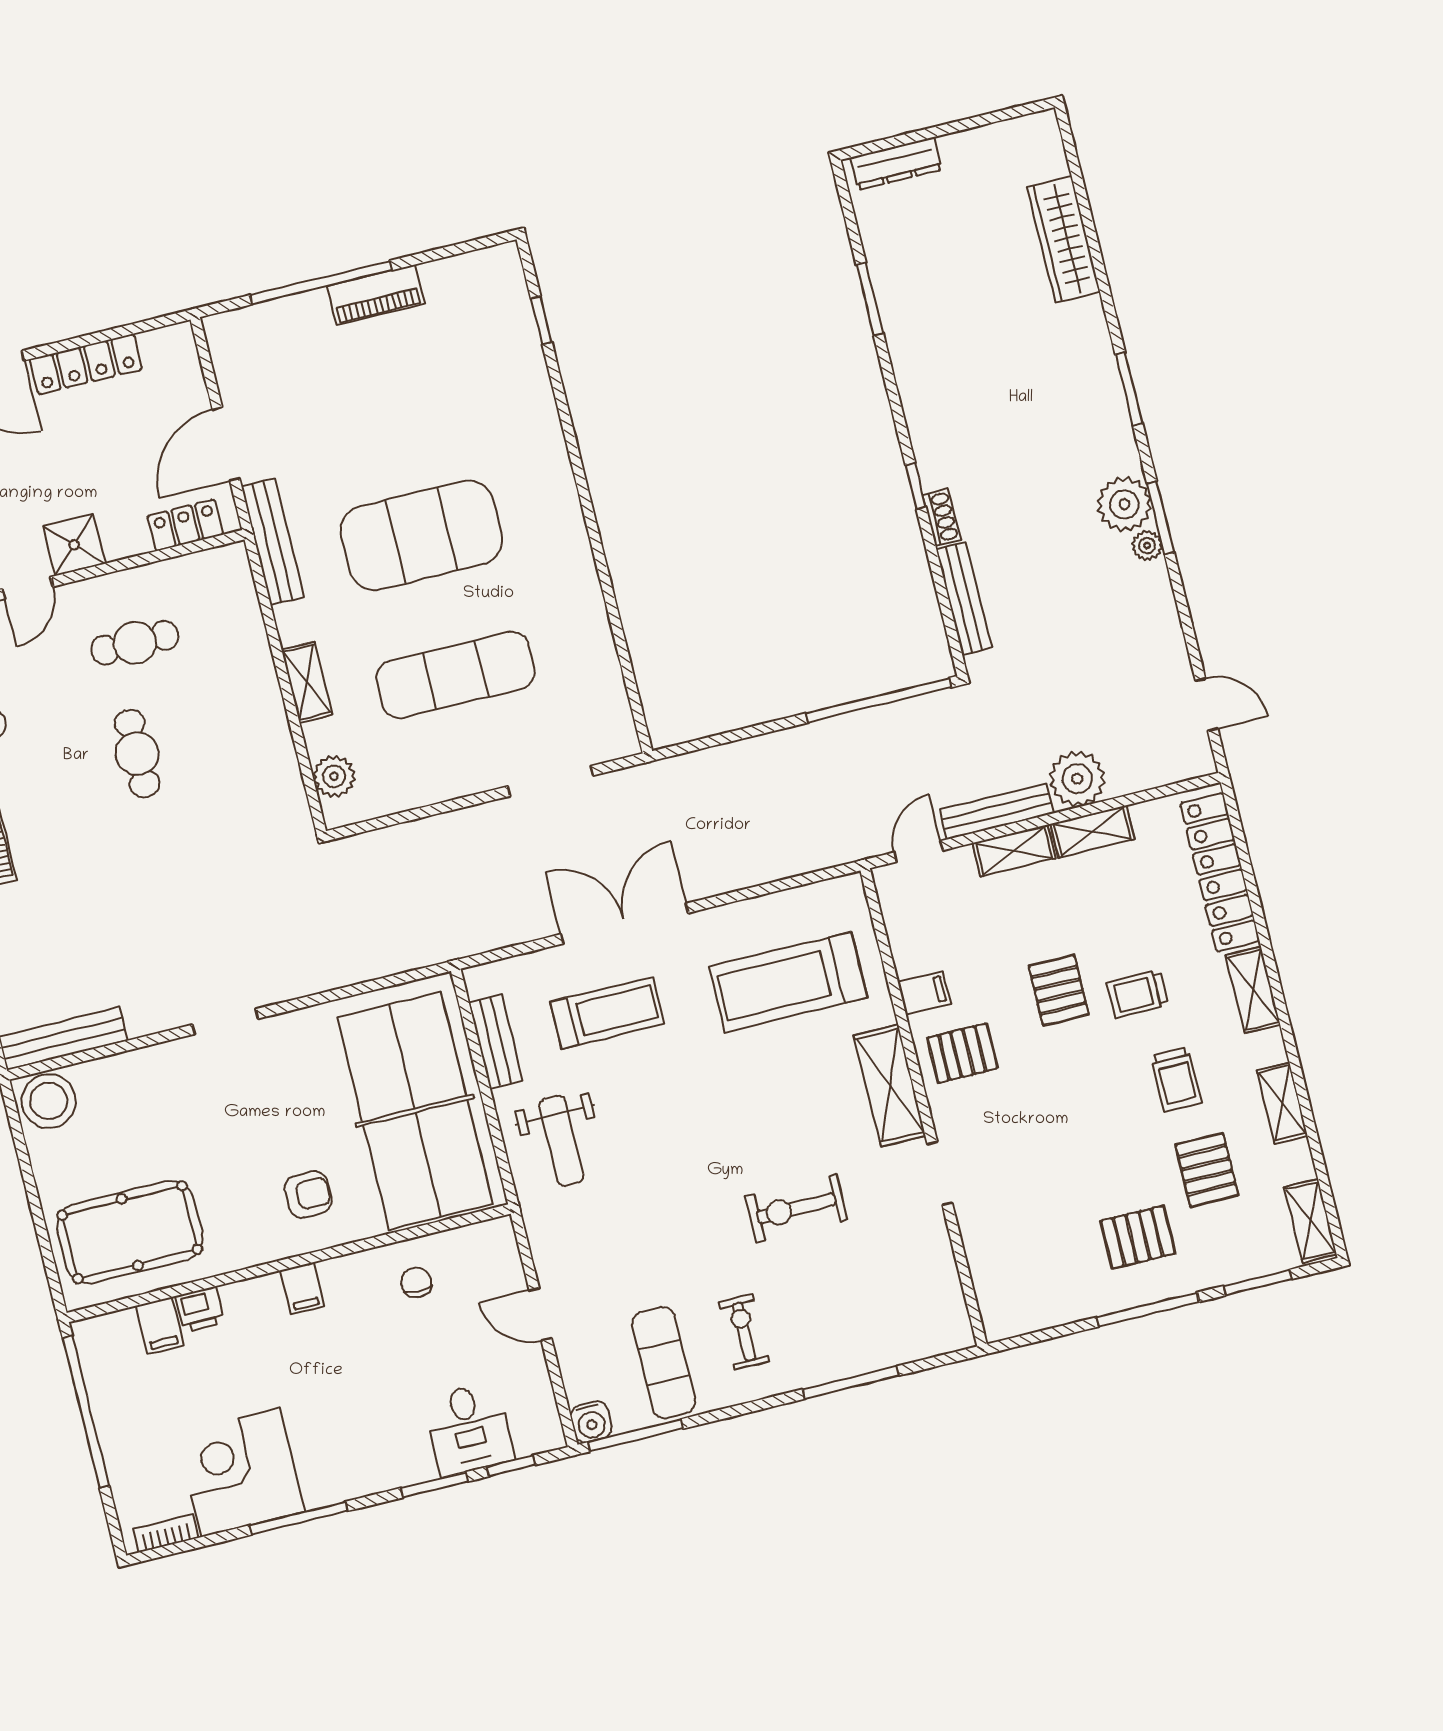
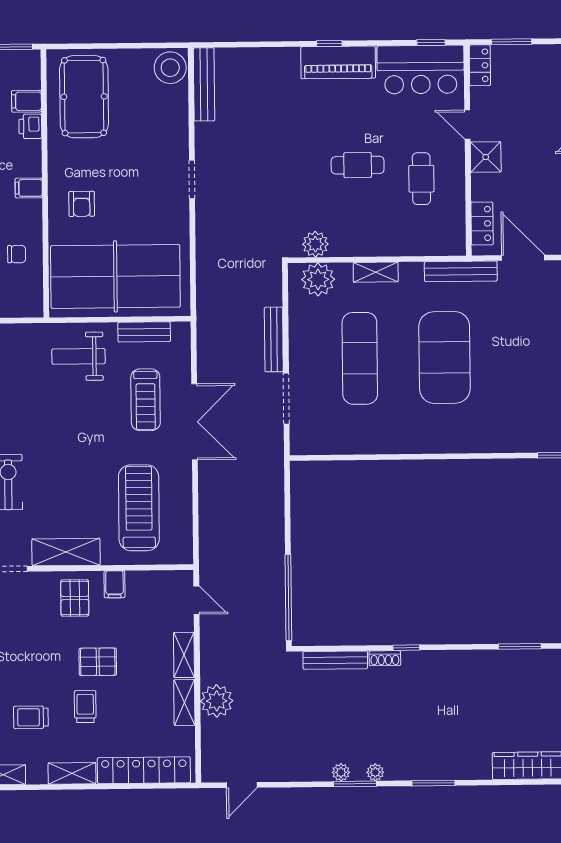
plant: (1124, 504) -> (375, 772), width x0.53, depth x0.53
plant: (334, 776) -> (318, 279), width x1.36, depth x1.36
plant: (284, 793) -> (315, 244), added
bench: (997, 811) -> (274, 339), moved

